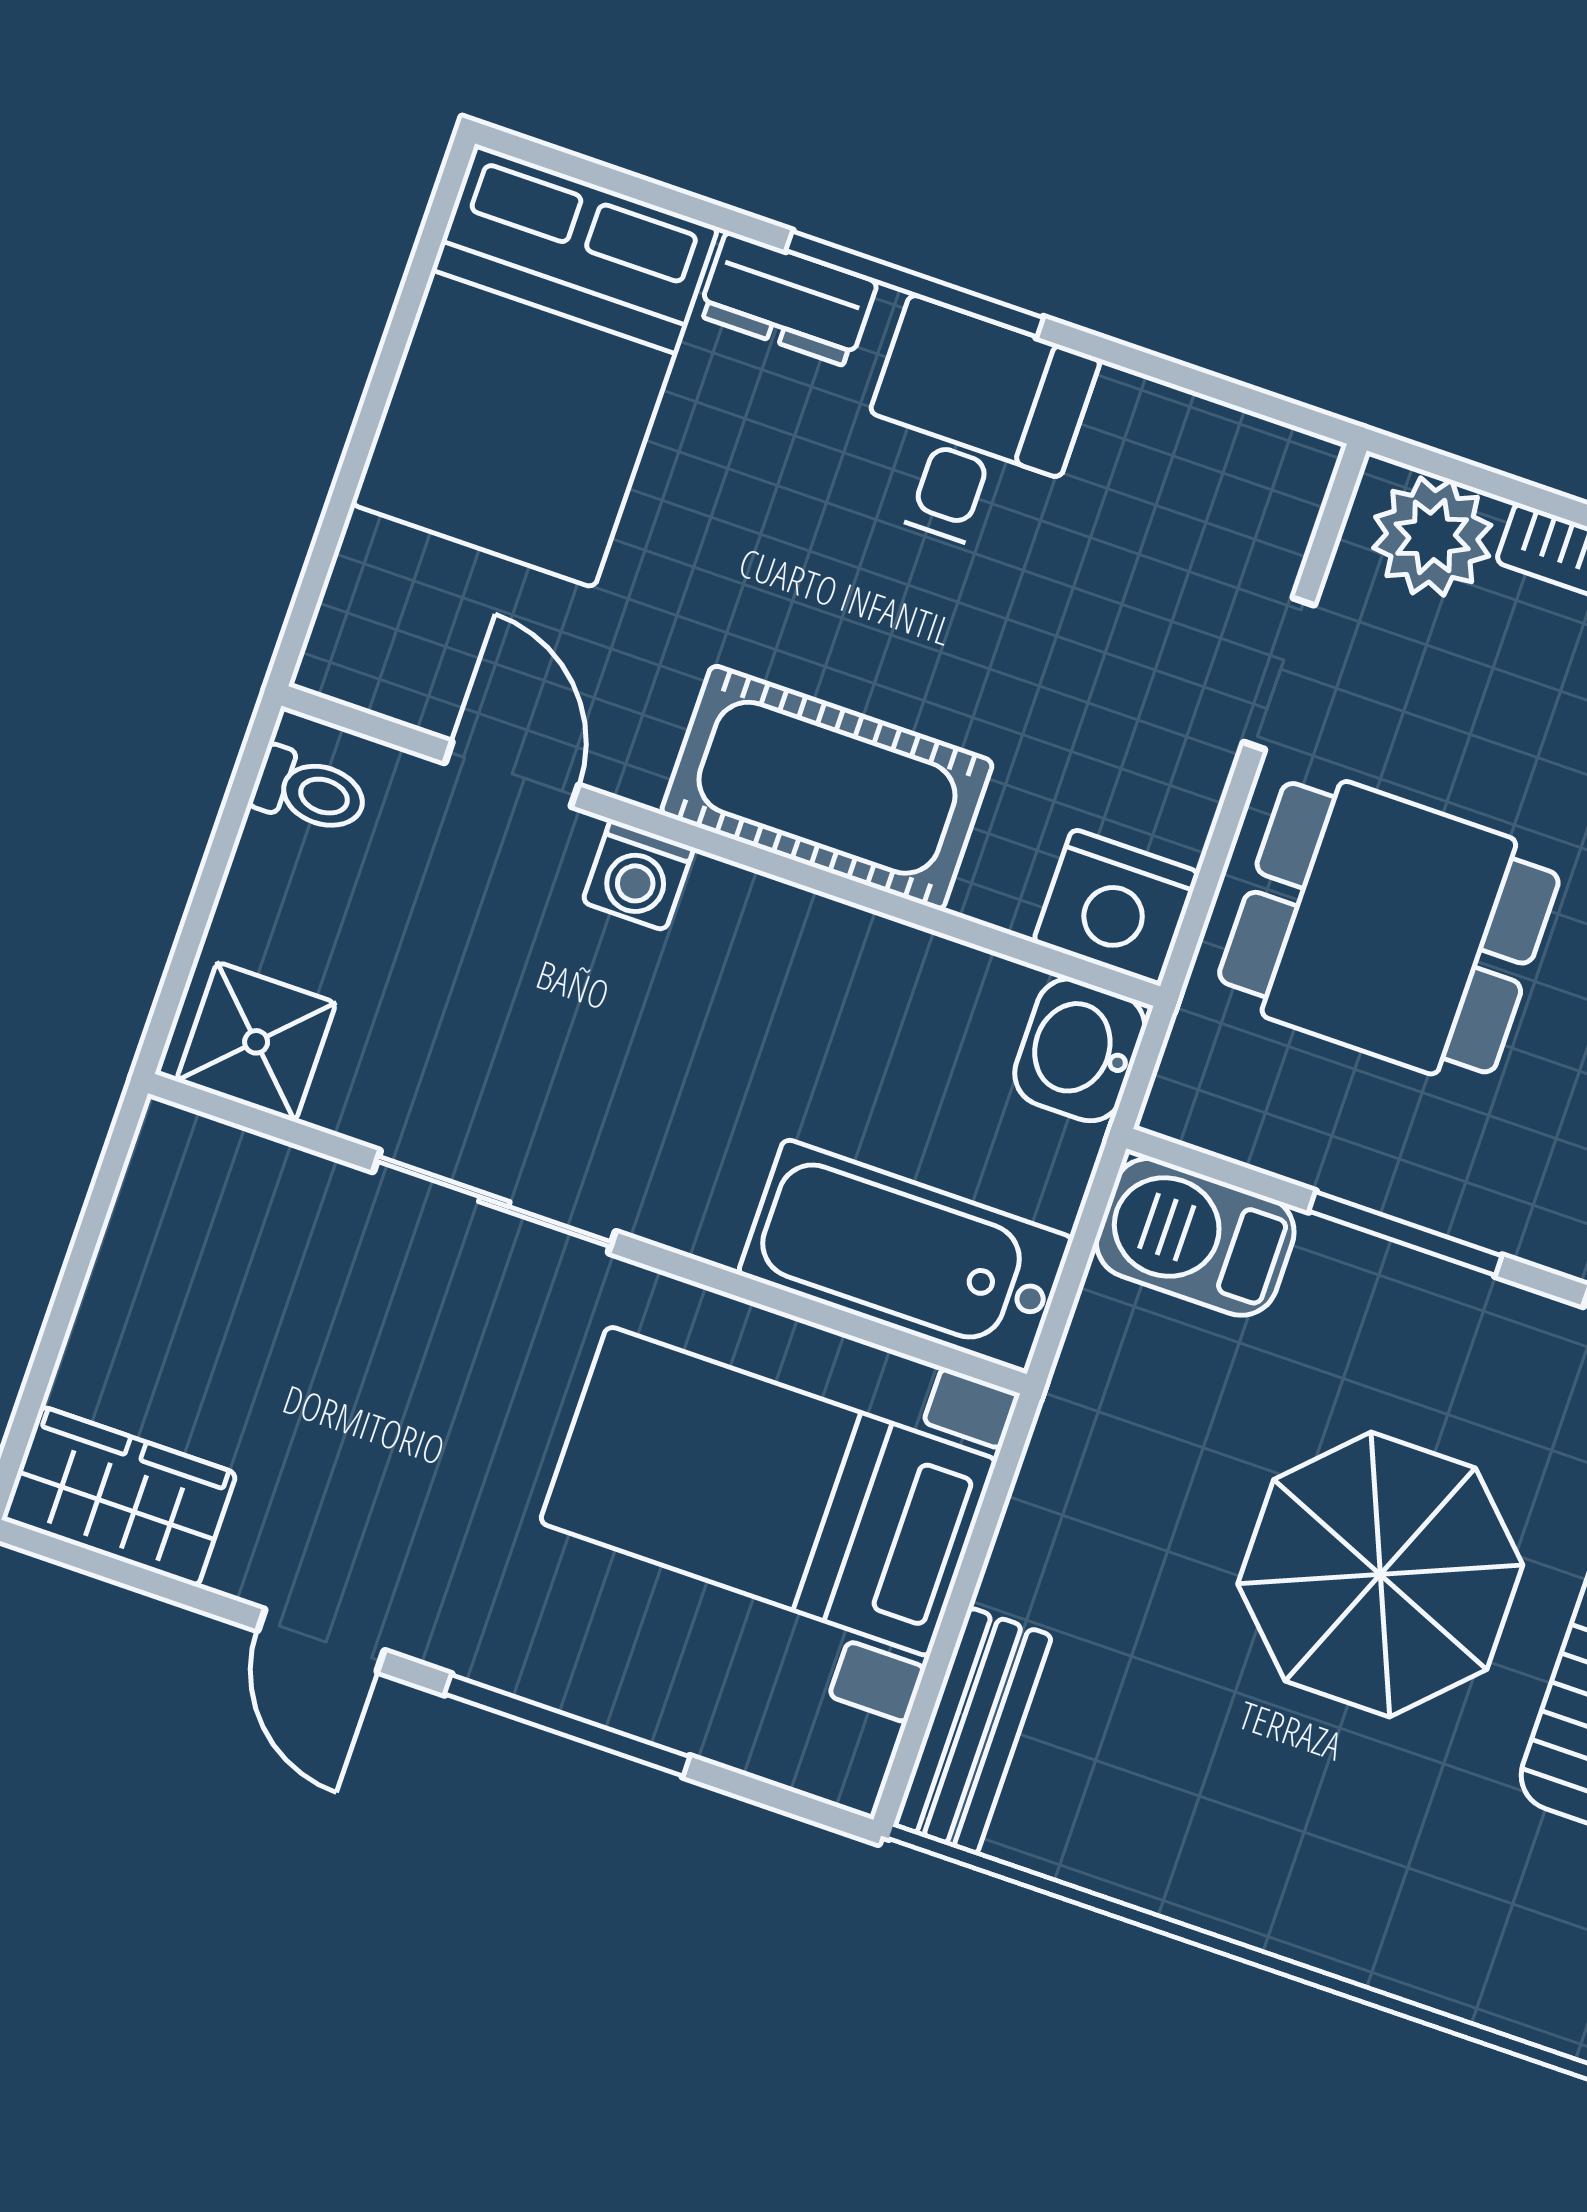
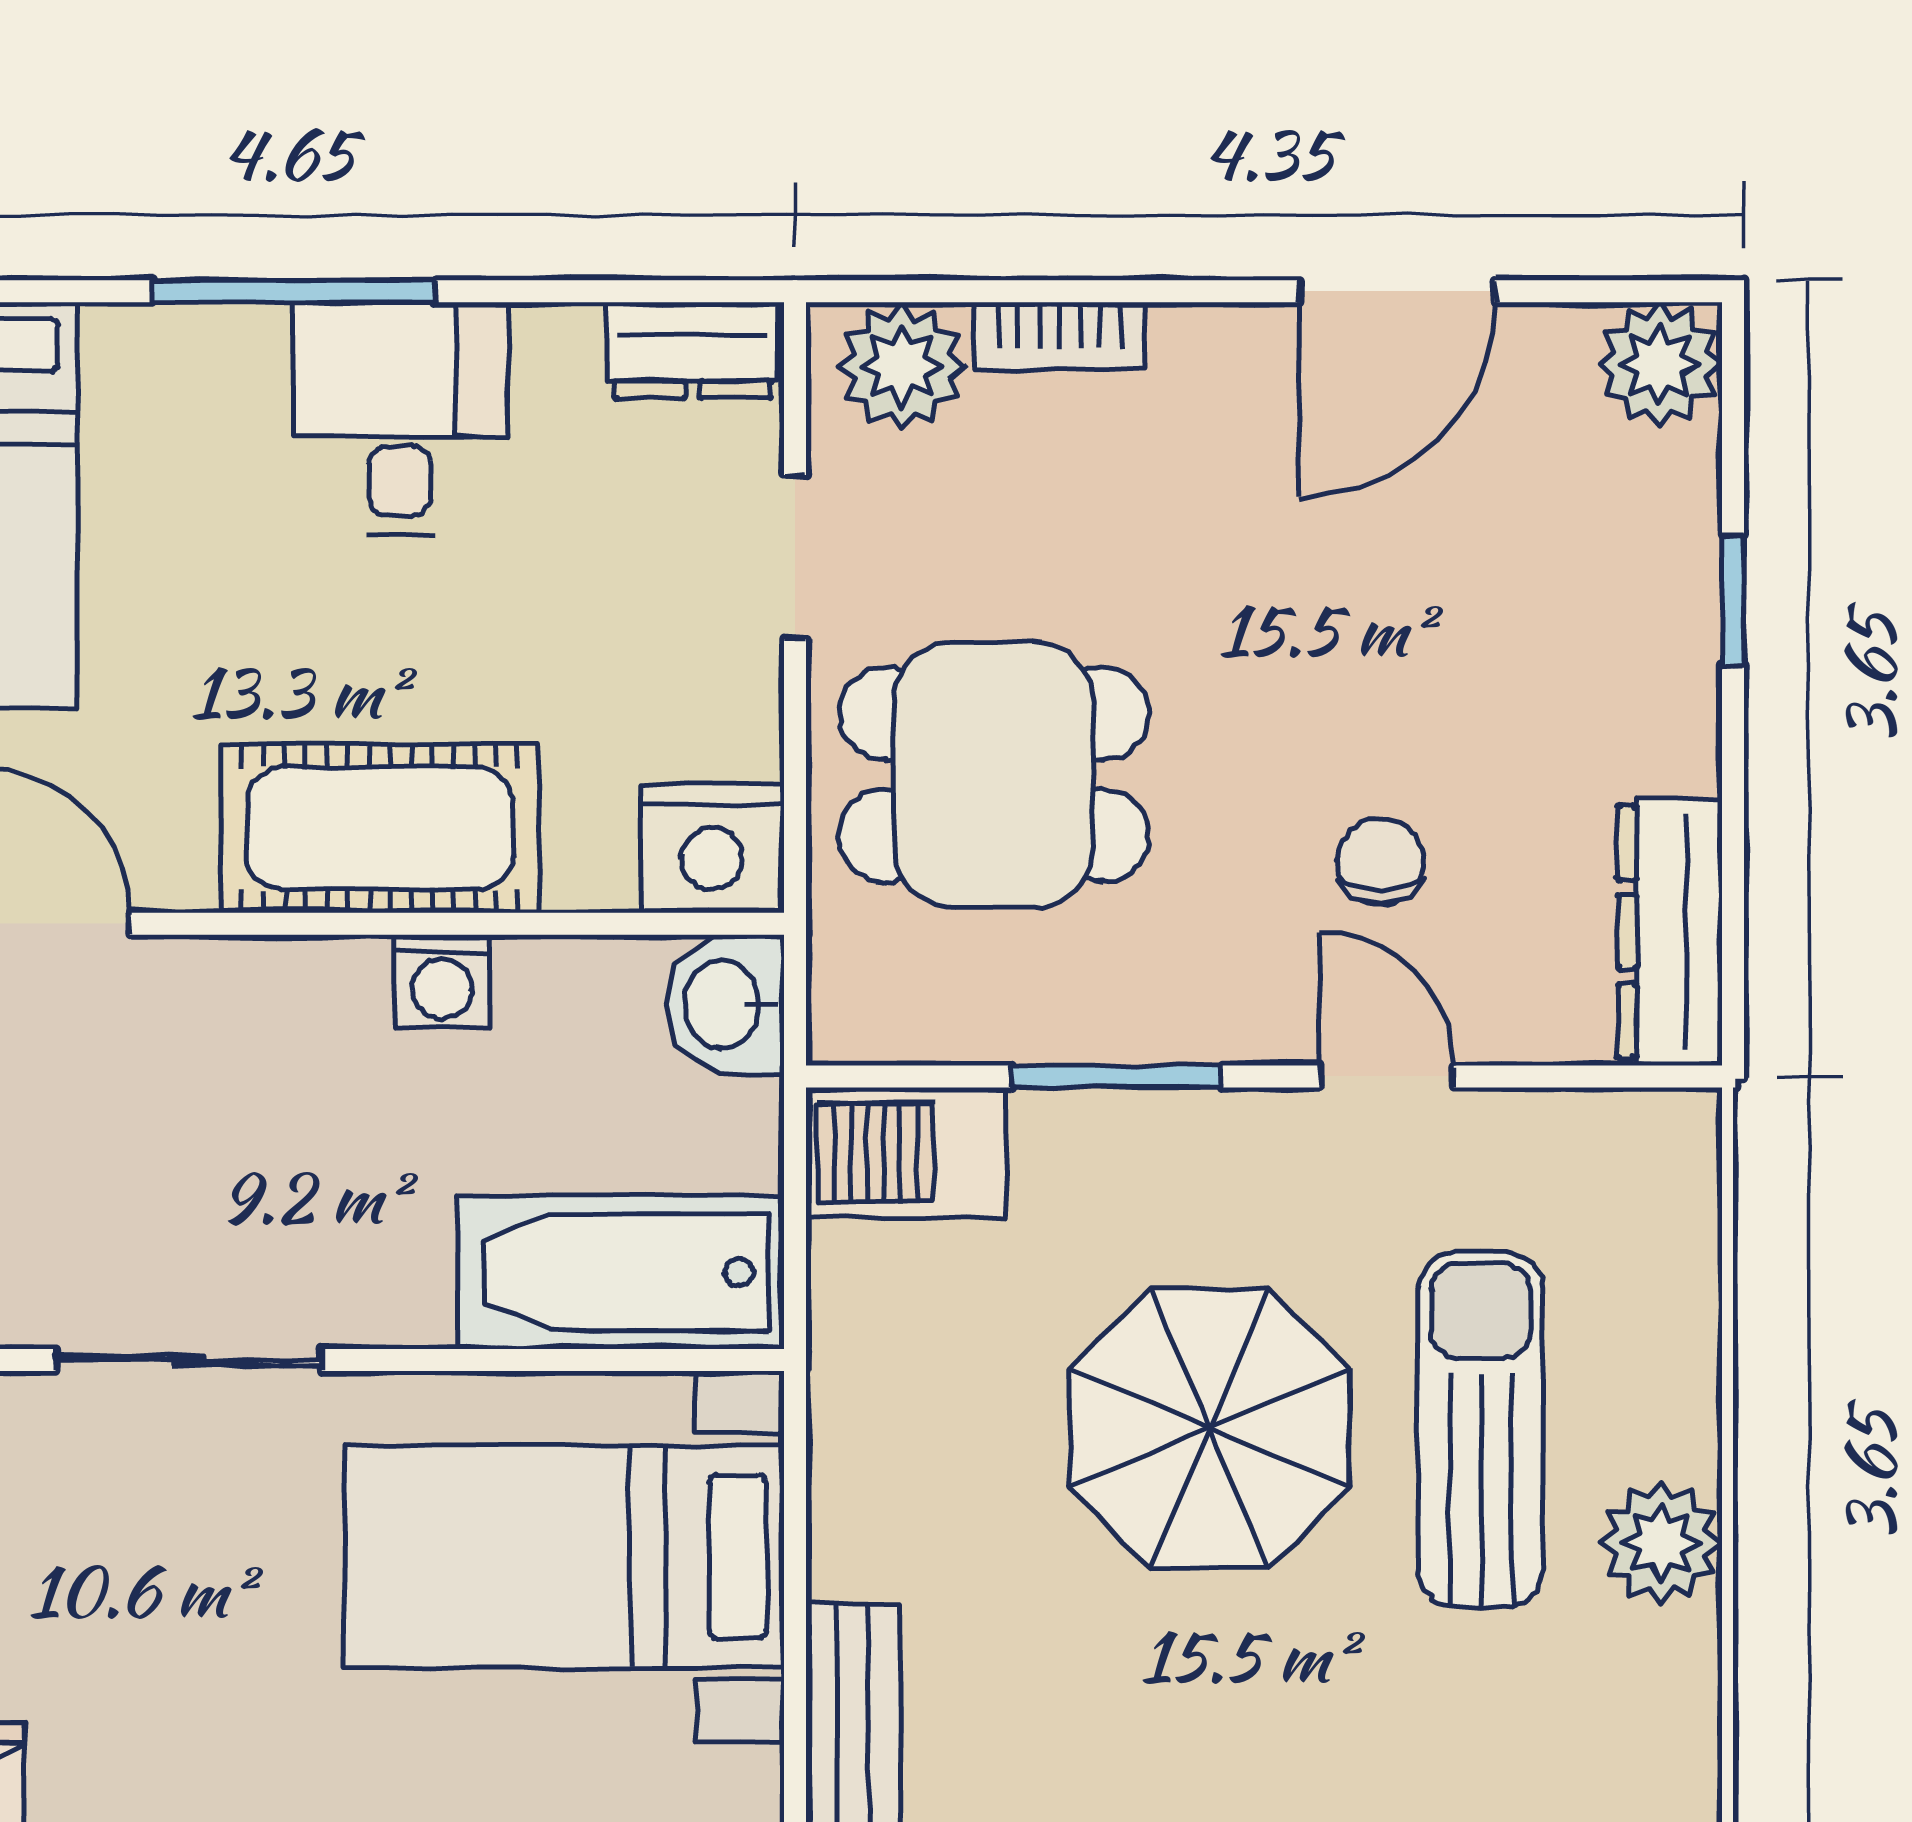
dresser: (788, 299) -> (693, 350), moved
washing machine: (638, 875) -> (442, 982), moved

